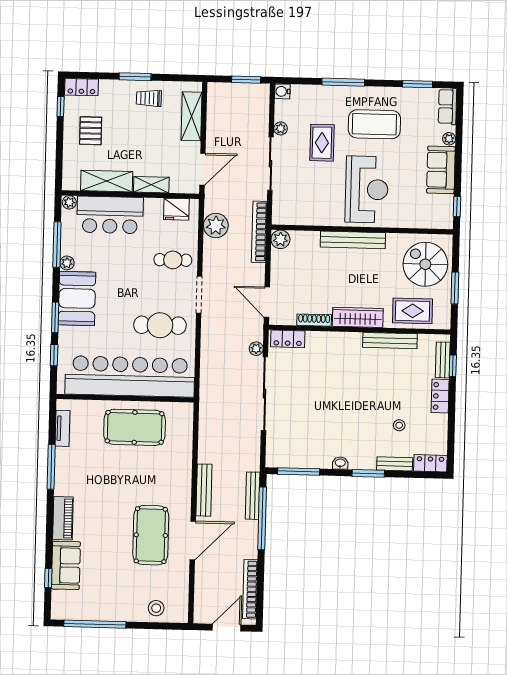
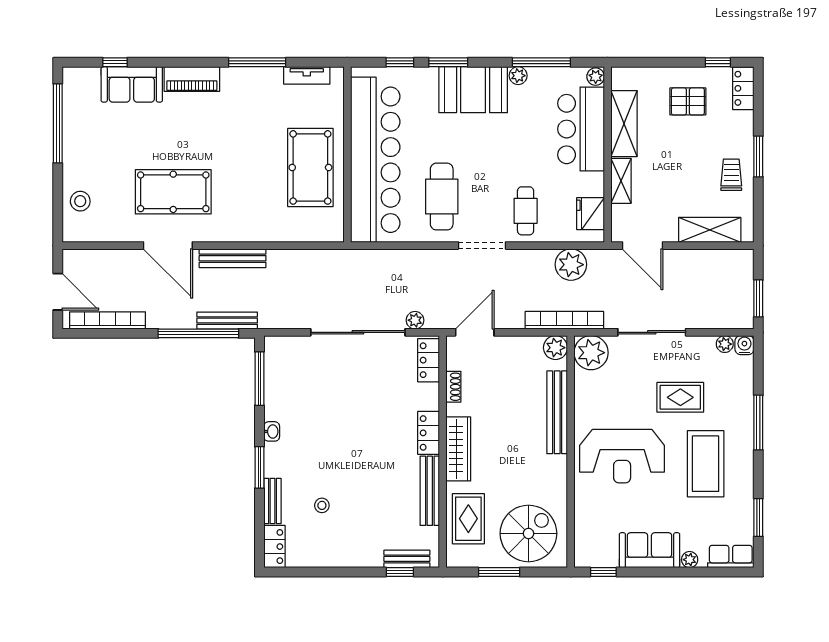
plant: (281, 128) -> (725, 344), moved
plant: (285, 212) -> (591, 353), added
bench: (353, 240) -> (557, 412), moved
shoe rack: (314, 320) -> (453, 387), width x0.70
locker: (440, 396) -> (429, 433), moved, turned -90

